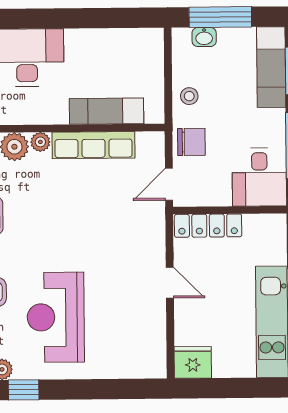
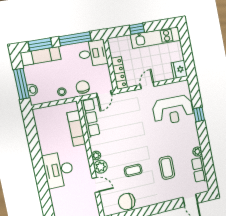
row of seats: (93, 145) -> (90, 118), moved
door: (169, 184) -> (104, 94), hinge flipped
reception desk: (56, 317) -> (173, 110), moved
window: (24, 390) -> (199, 114), moved

